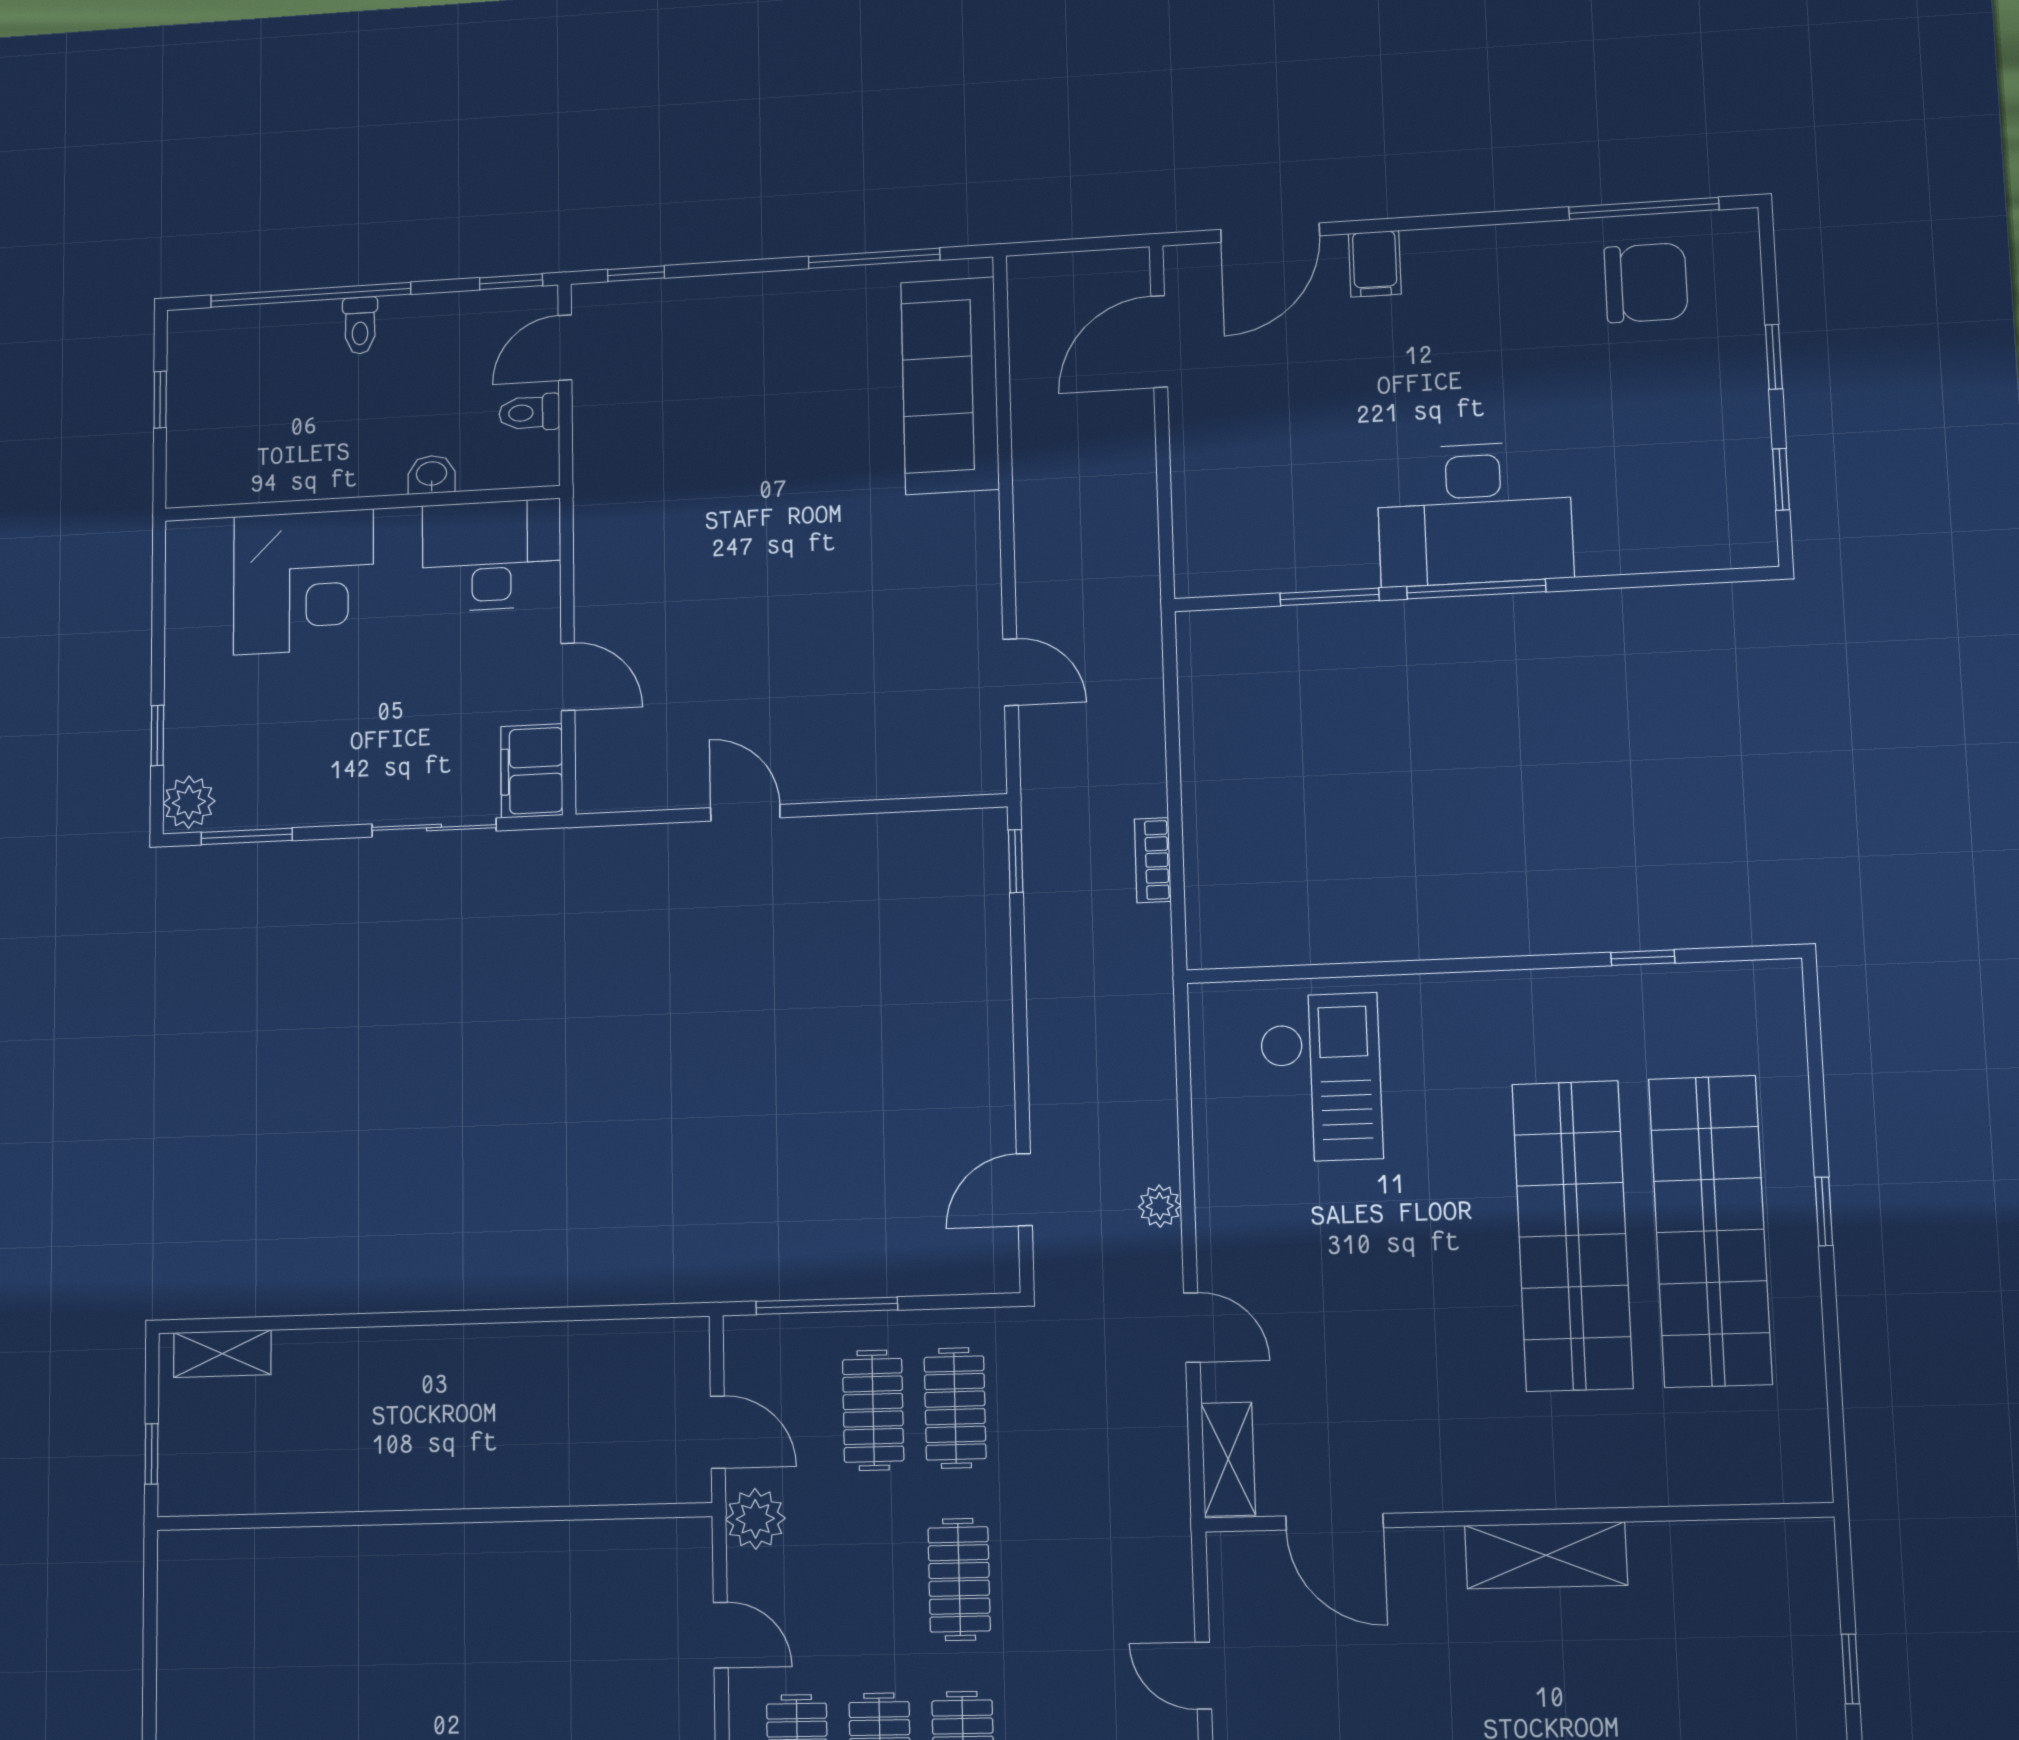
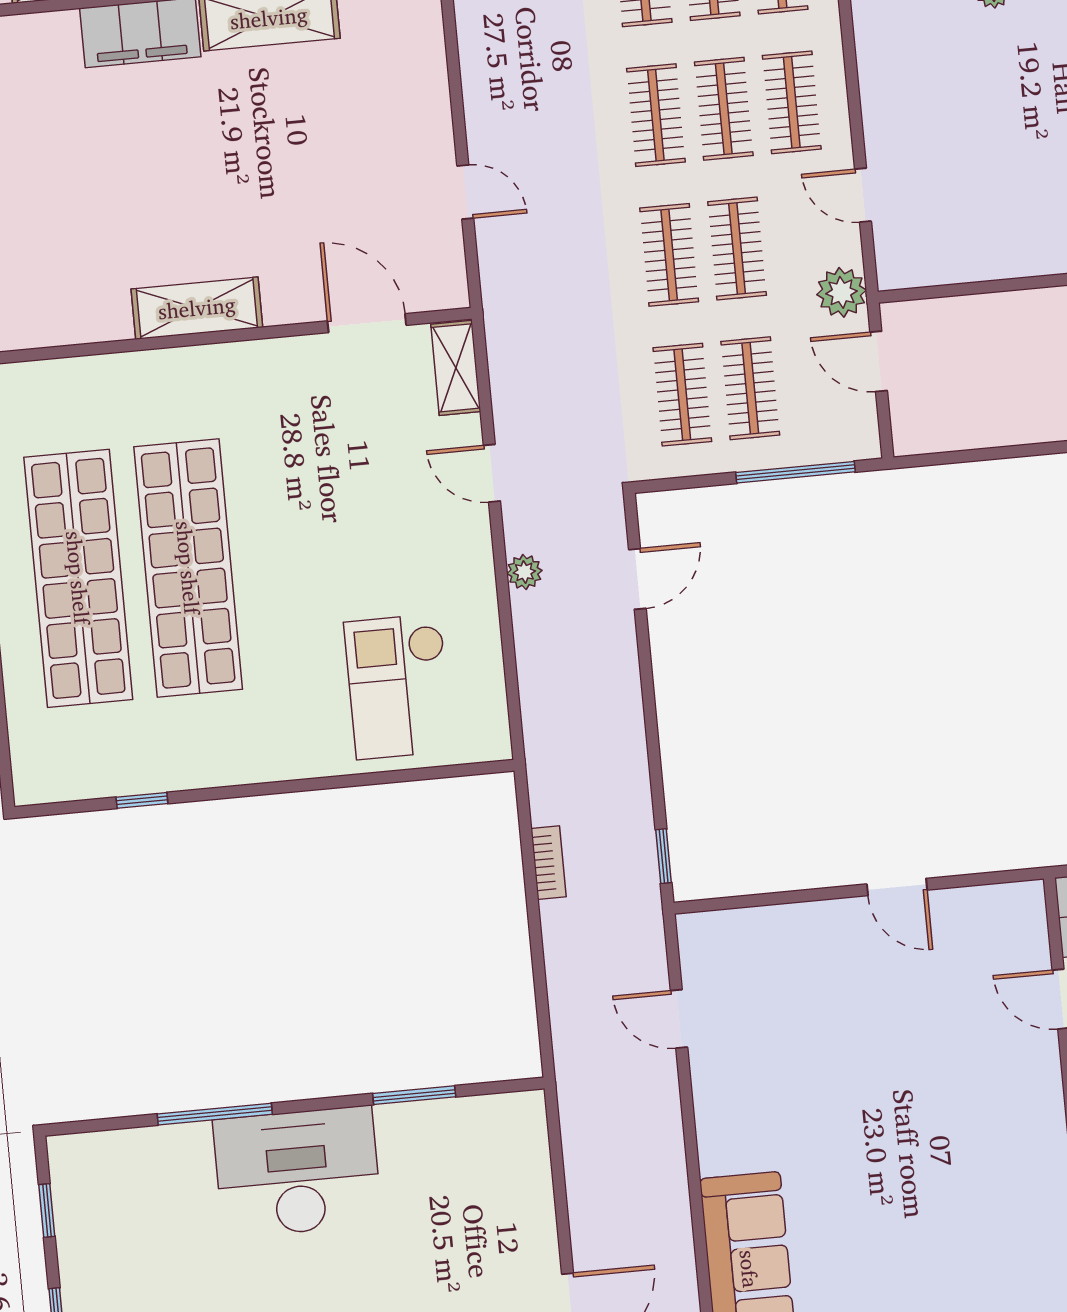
window: (1476, 589) -> (215, 1114), moved
clothes rail: (877, 1581) -> (737, 248), added

